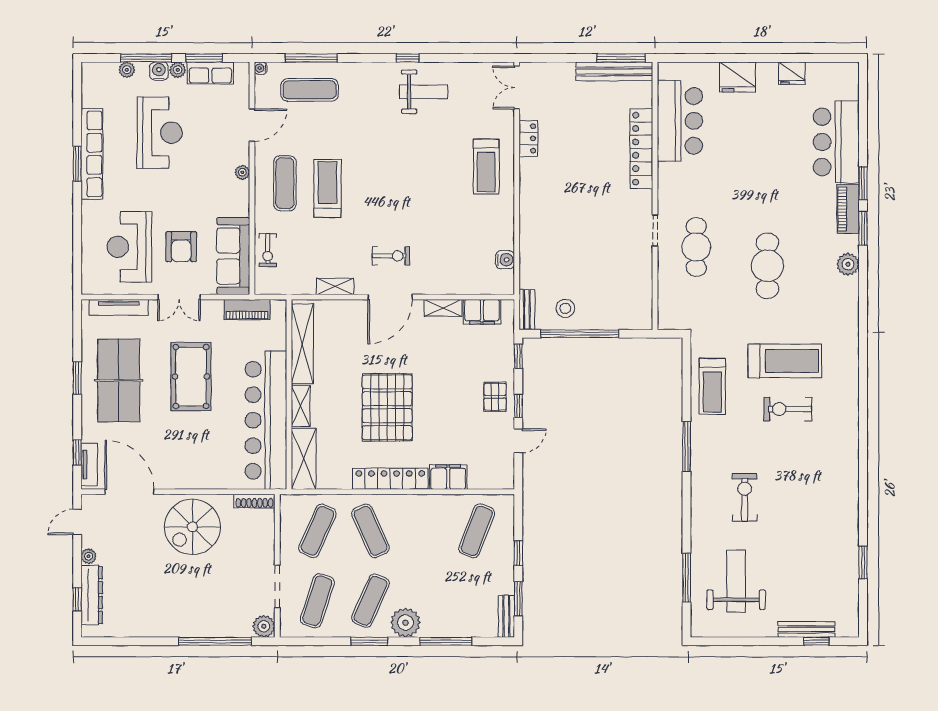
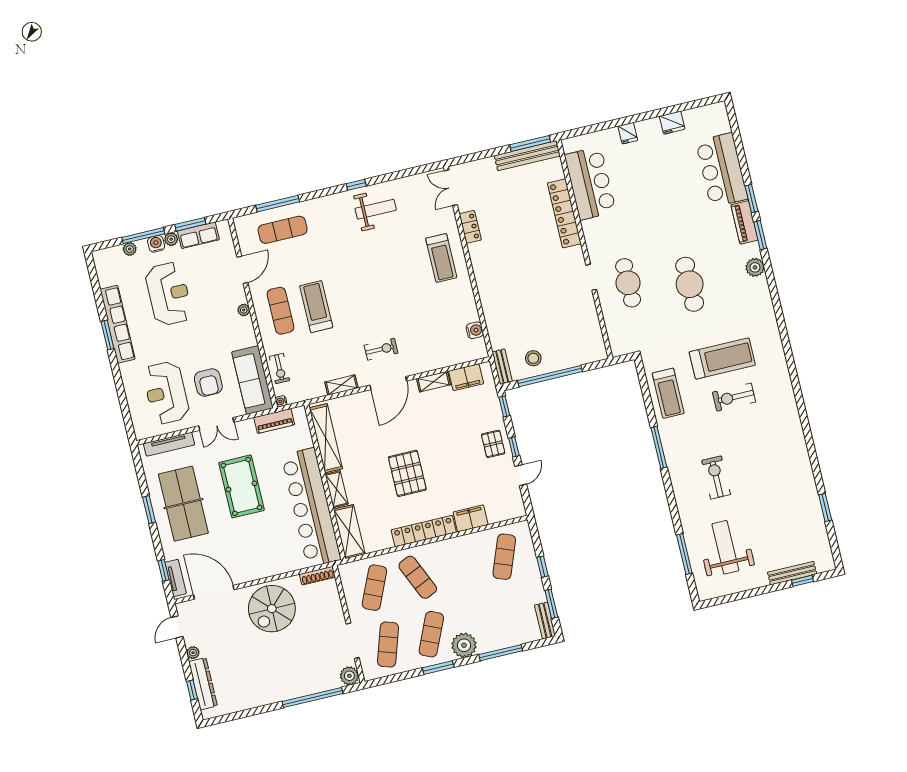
water cooler: (261, 68) -> (281, 401), moved
fridge: (737, 77) -> (628, 133), width x0.53, depth x0.75
pallet: (387, 407) -> (407, 473), width x0.73, depth x0.71

